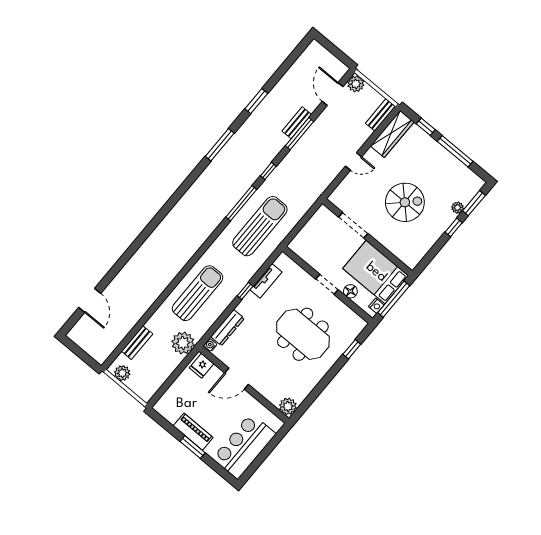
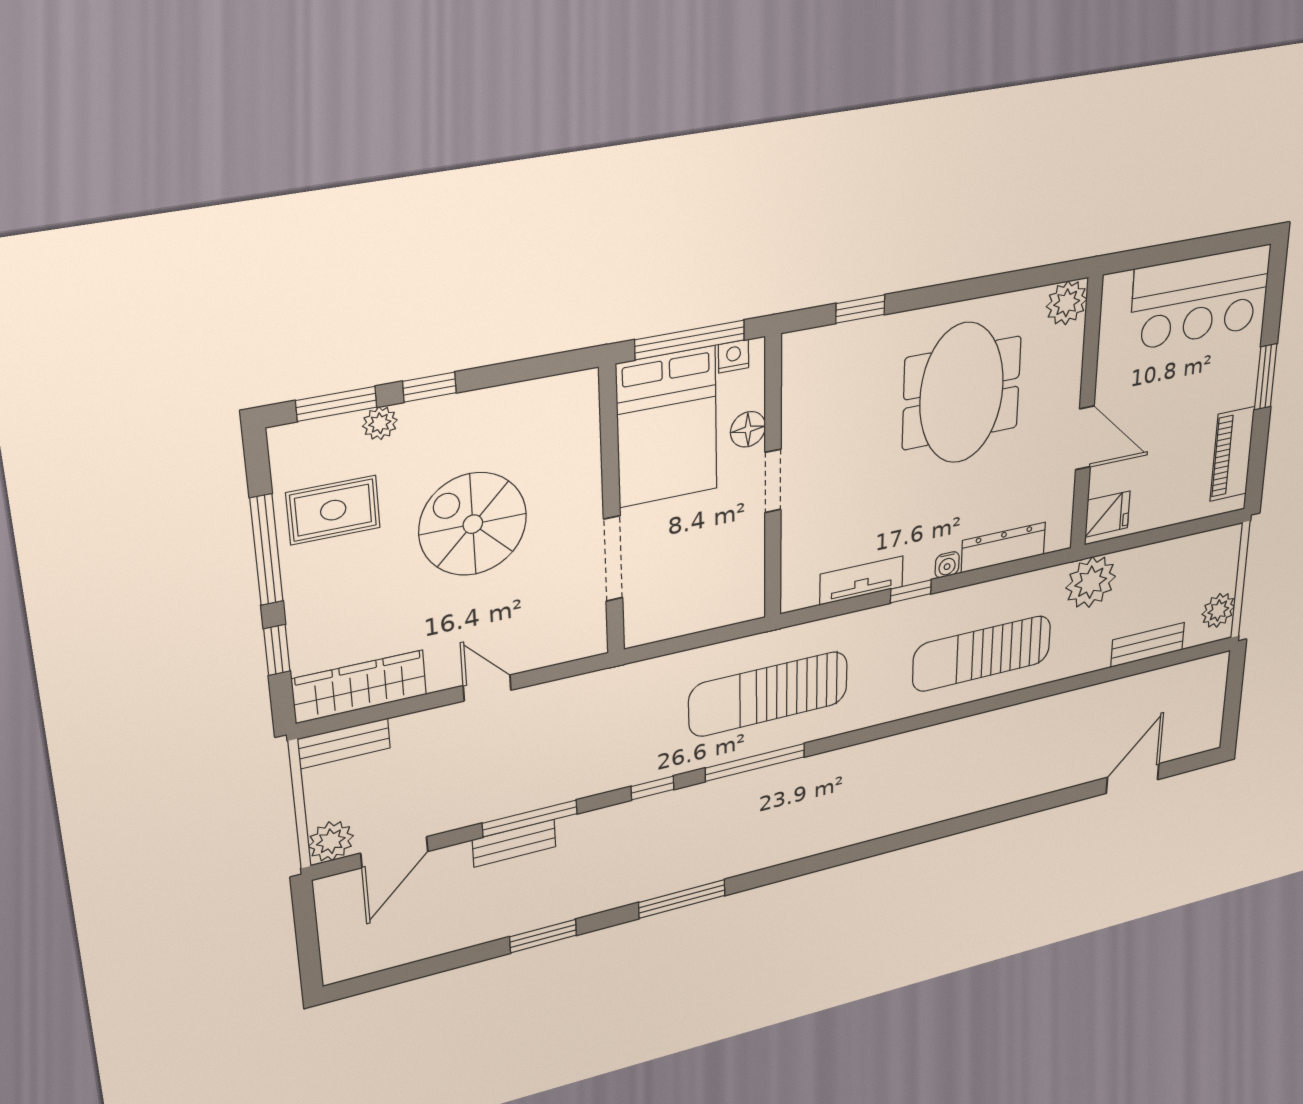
rug: (448, 176) -> (333, 510), added
meeting table: (303, 334) -> (962, 393), moved
water cooler: (210, 345) -> (947, 565), moved
piano: (193, 432) -> (1232, 454), moved

